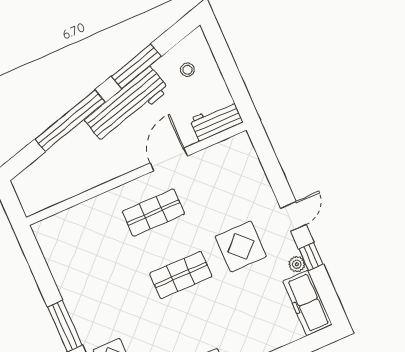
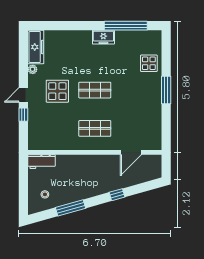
workbench: (127, 105) -> (84, 190), removed
window: (70, 121) -> (117, 195), width x0.32
door: (169, 159) -> (131, 152), moved
window: (311, 257) -> (23, 115), moved

